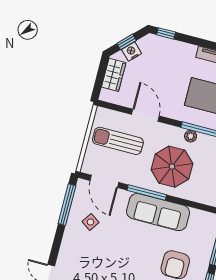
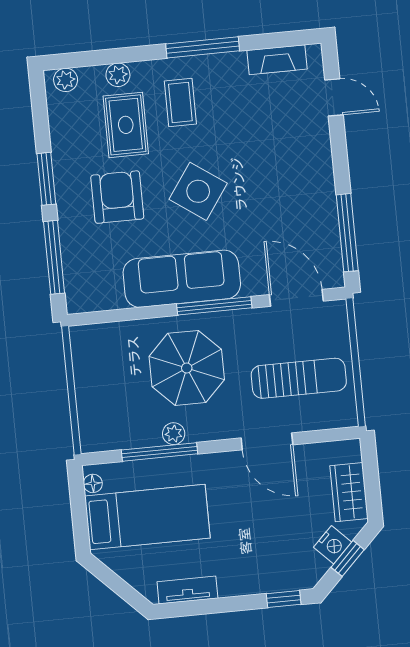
side table: (90, 222) -> (198, 191), moved, width x1.87, depth x1.87

